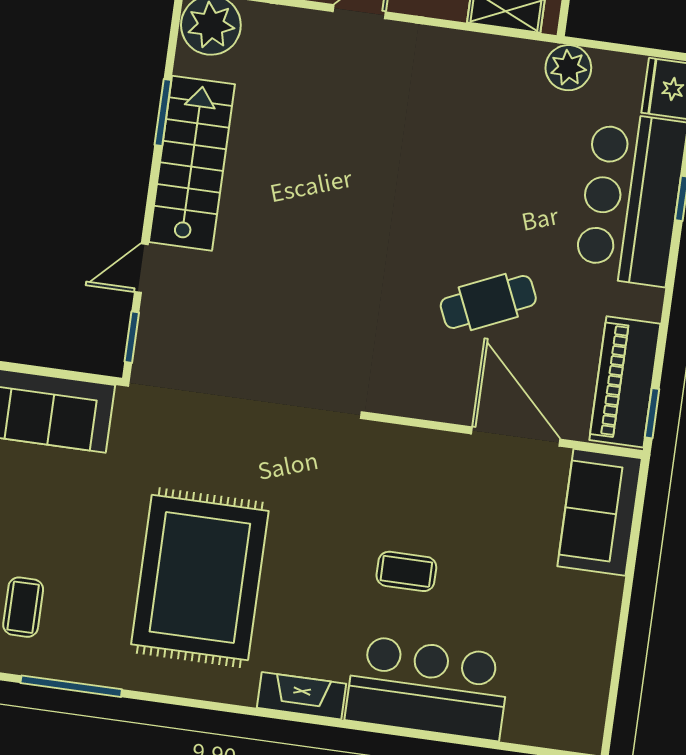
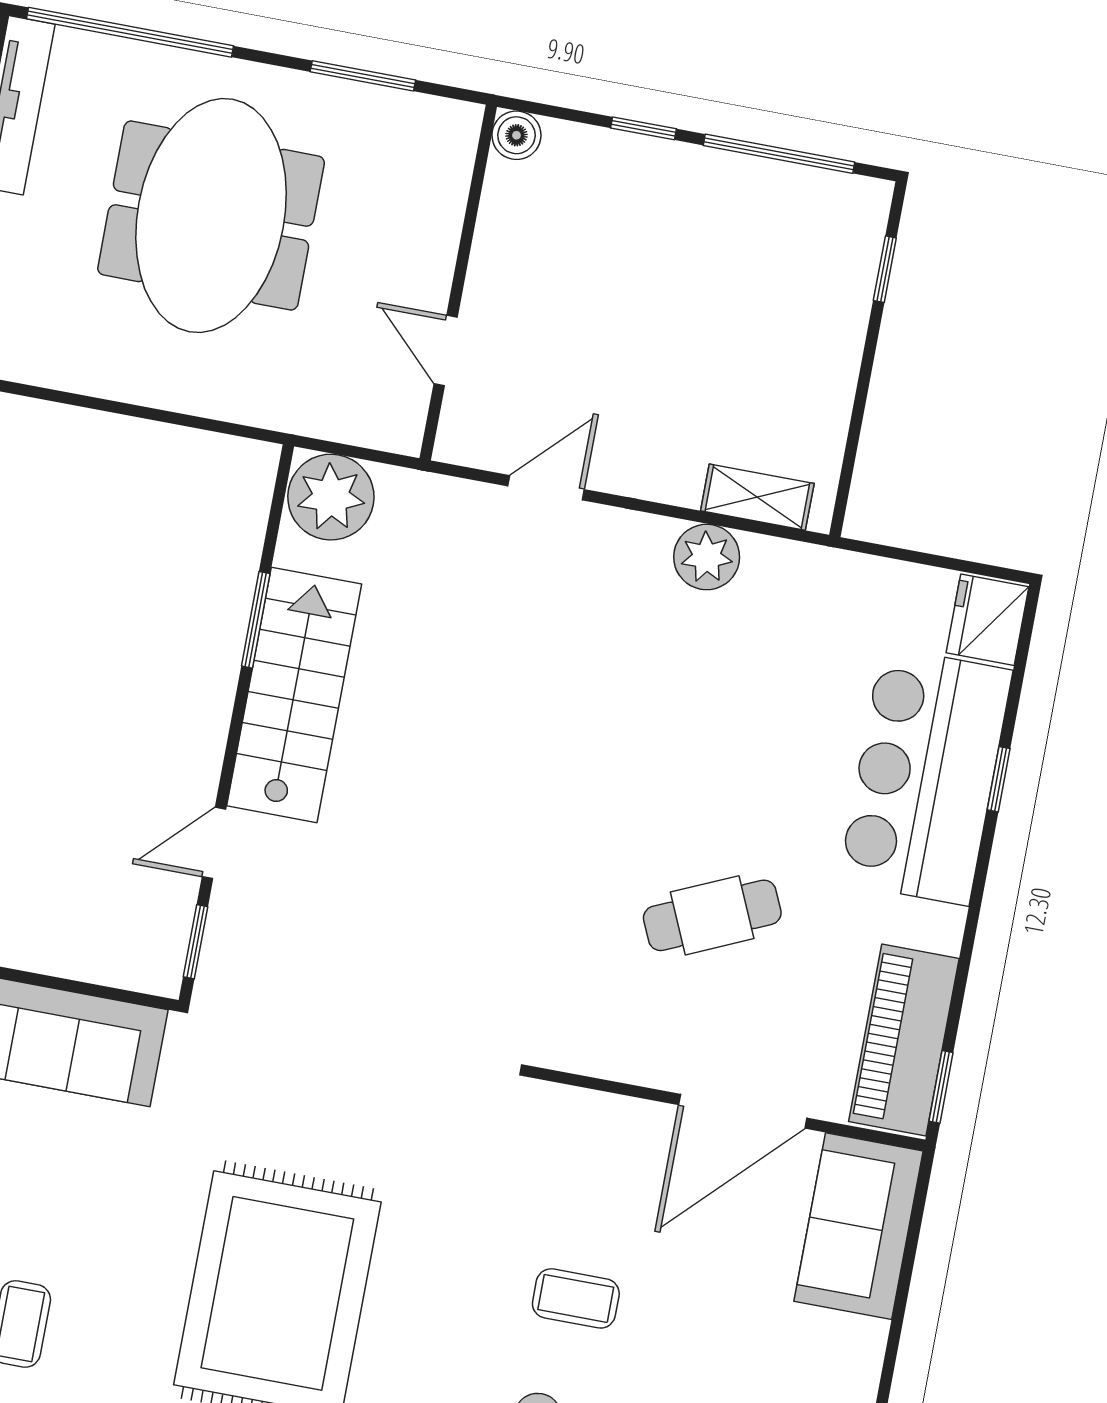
plant: (568, 68) -> (707, 557), moved
door: (516, 437) -> (743, 1111), swing flipped

